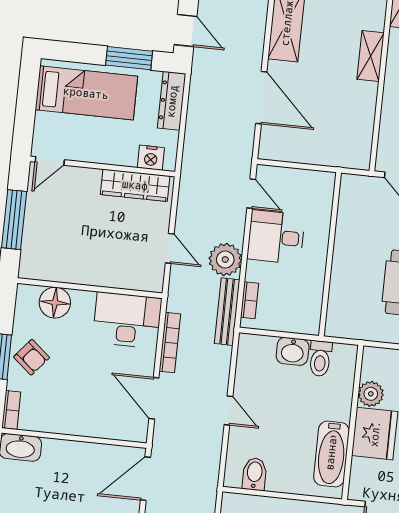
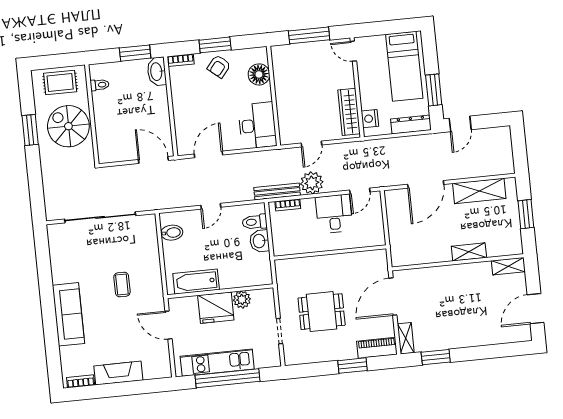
bookcase: (170, 343) -> (248, 157), removed
toilet: (320, 359) -> (255, 222), moved

